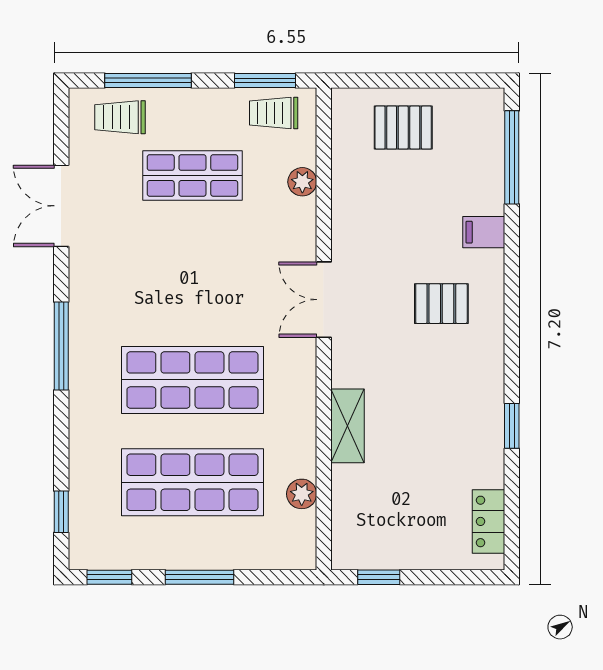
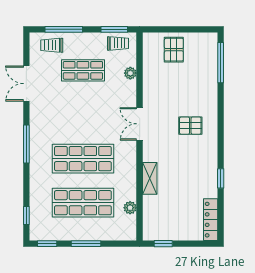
trolley: (274, 113) -> (118, 43), turned 180
pallet: (403, 128) -> (174, 50), turned 90
filing cabinet: (484, 232) -> (209, 95), removed
locker: (489, 521) -> (211, 220), width x1.53

